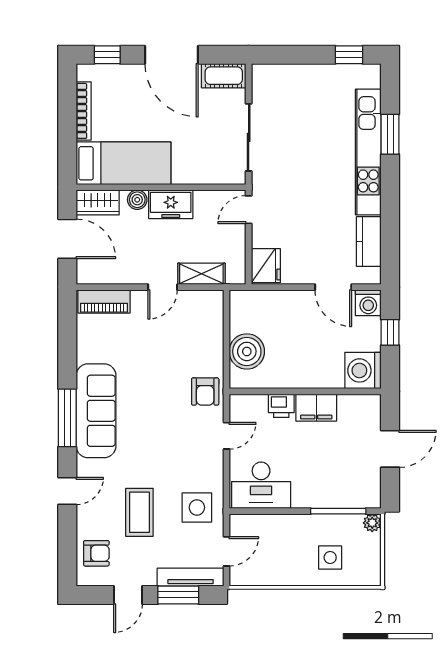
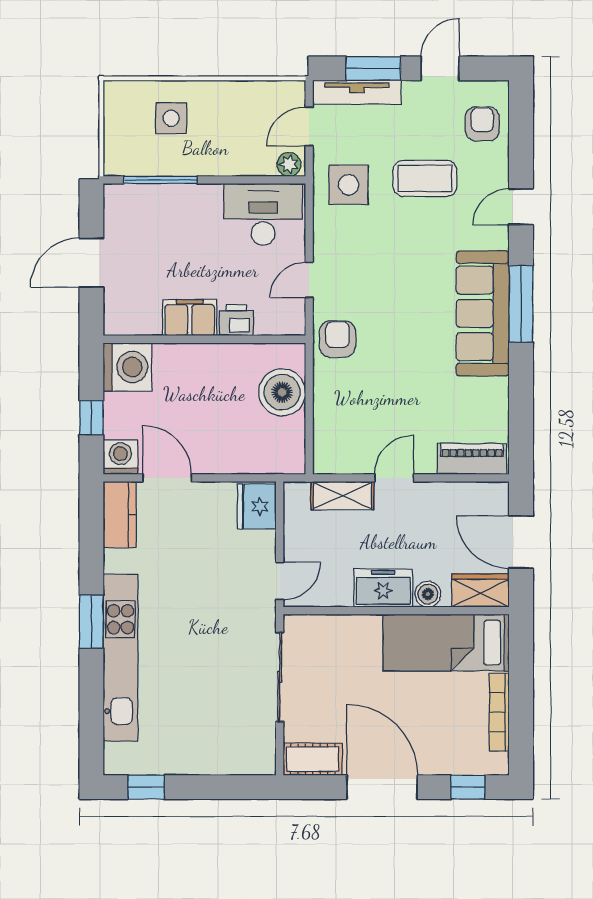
window: (390, 134) -> (91, 622), moved
kitchen counter: (369, 241) -> (120, 514), moved
coffee table: (139, 512) -> (425, 178), turned 90
plant: (372, 523) -> (289, 164), moved
armchair: (96, 553) -> (482, 124), turned 90

